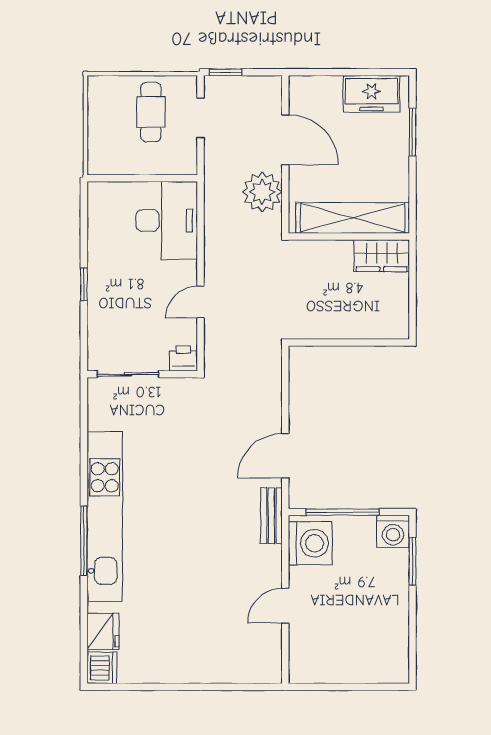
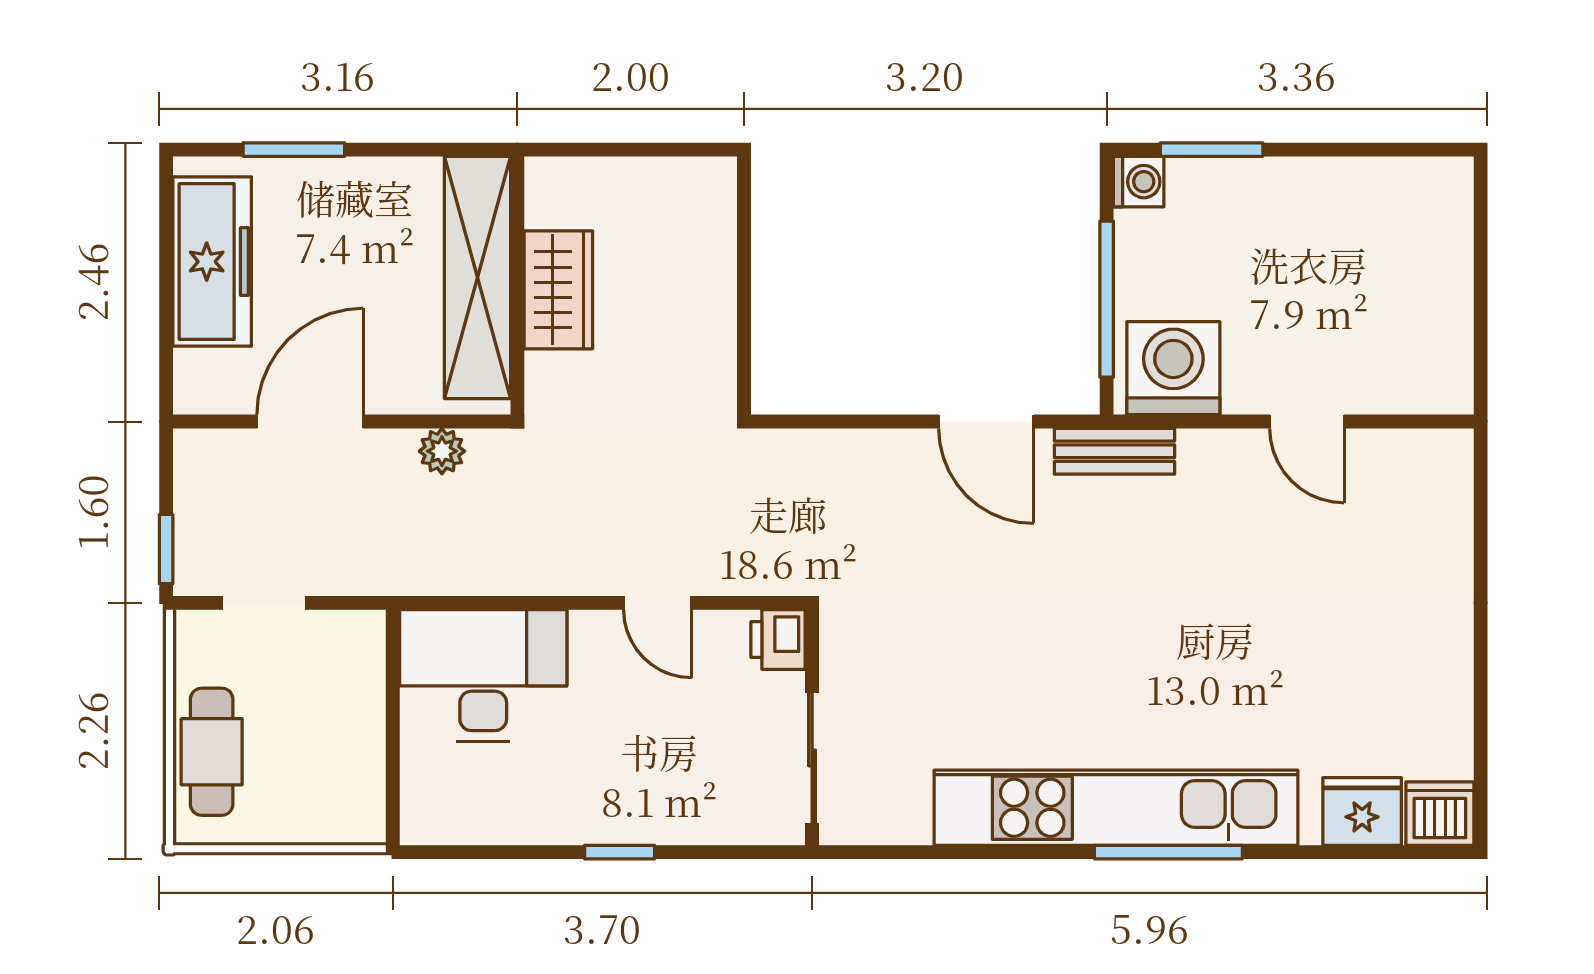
freezer: (371, 94) -> (212, 262), width x1.40
cafe table: (151, 112) -> (212, 752), moved, turned 90
plant: (262, 192) -> (442, 451), width x0.53, depth x0.53
wardrobe: (382, 256) -> (558, 290), moved
washing machine: (393, 531) -> (1139, 182), width x0.73, depth x0.73

